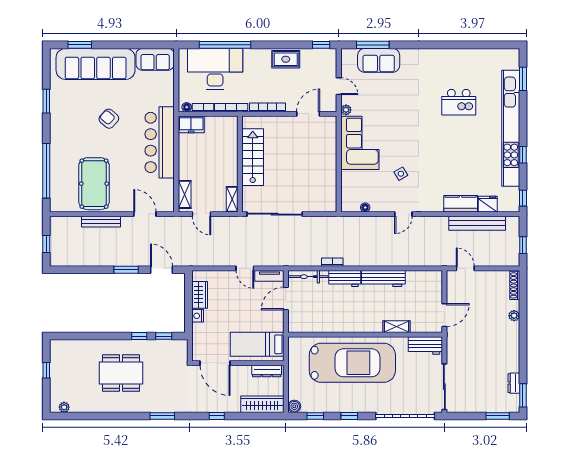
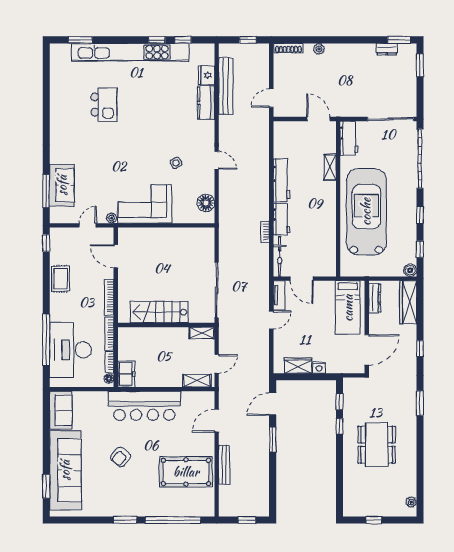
window: (46, 101) -> (125, 520), moved
window: (523, 198) -> (183, 40), moved
floor lamp: (365, 208) -> (206, 203), width x1.89, depth x1.89

